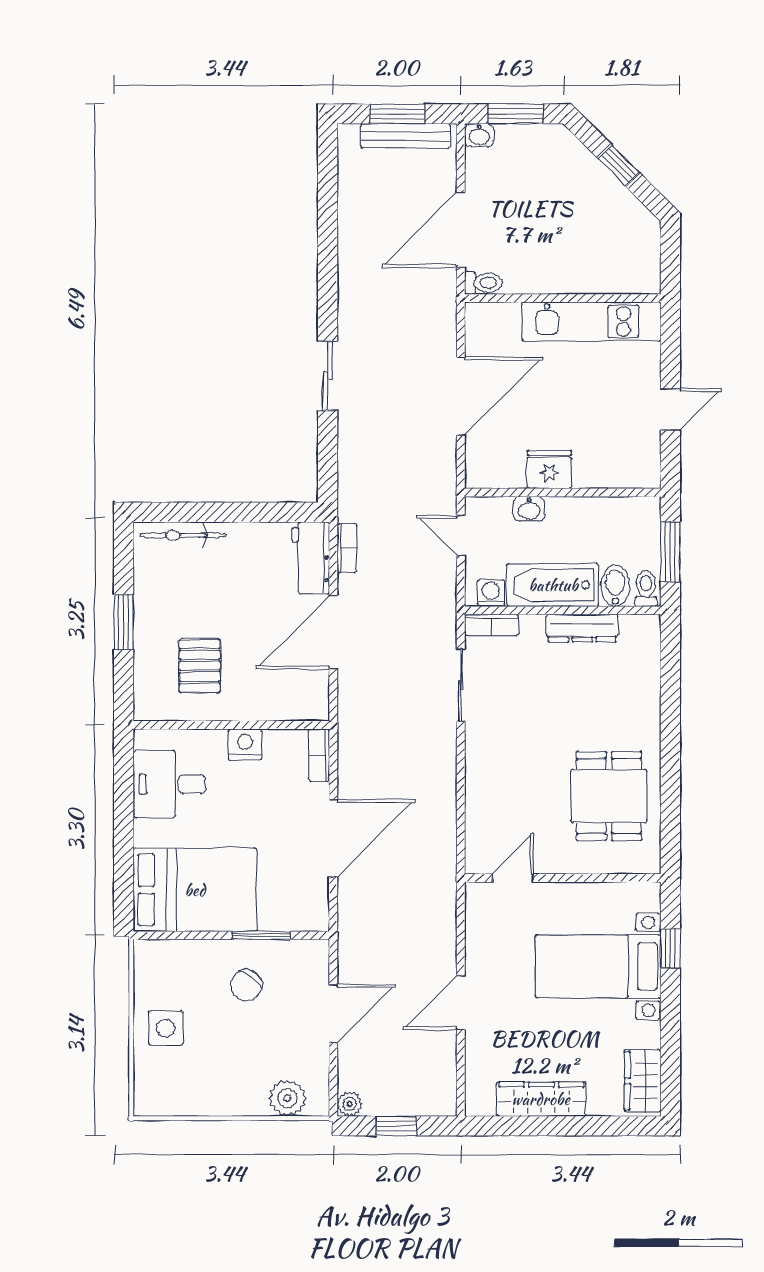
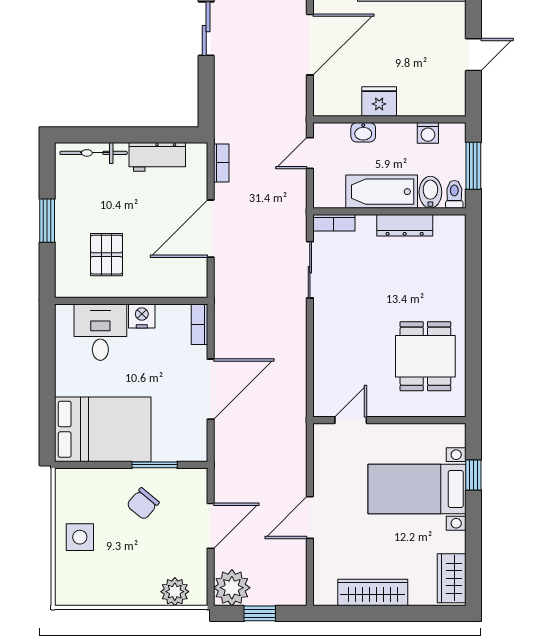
door: (461, 536) -> (310, 153), hinge flipped
workbench: (311, 558) -> (157, 157), moved, turned -90
washing machine: (491, 593) -> (428, 133), moved, turned 180
desk: (169, 784) -> (100, 332), moved, turned 90
plant: (350, 1104) -> (232, 588), width x1.87, depth x1.87

